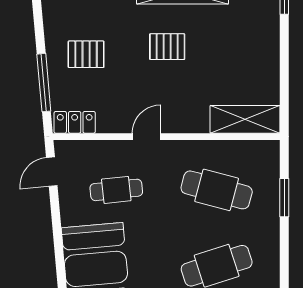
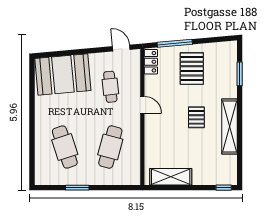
pallet: (86, 54) -> (192, 69), width x1.50, depth x1.42
shelving: (245, 119) -> (171, 177), moved, turned 90
window: (284, 198) -> (77, 188), moved

